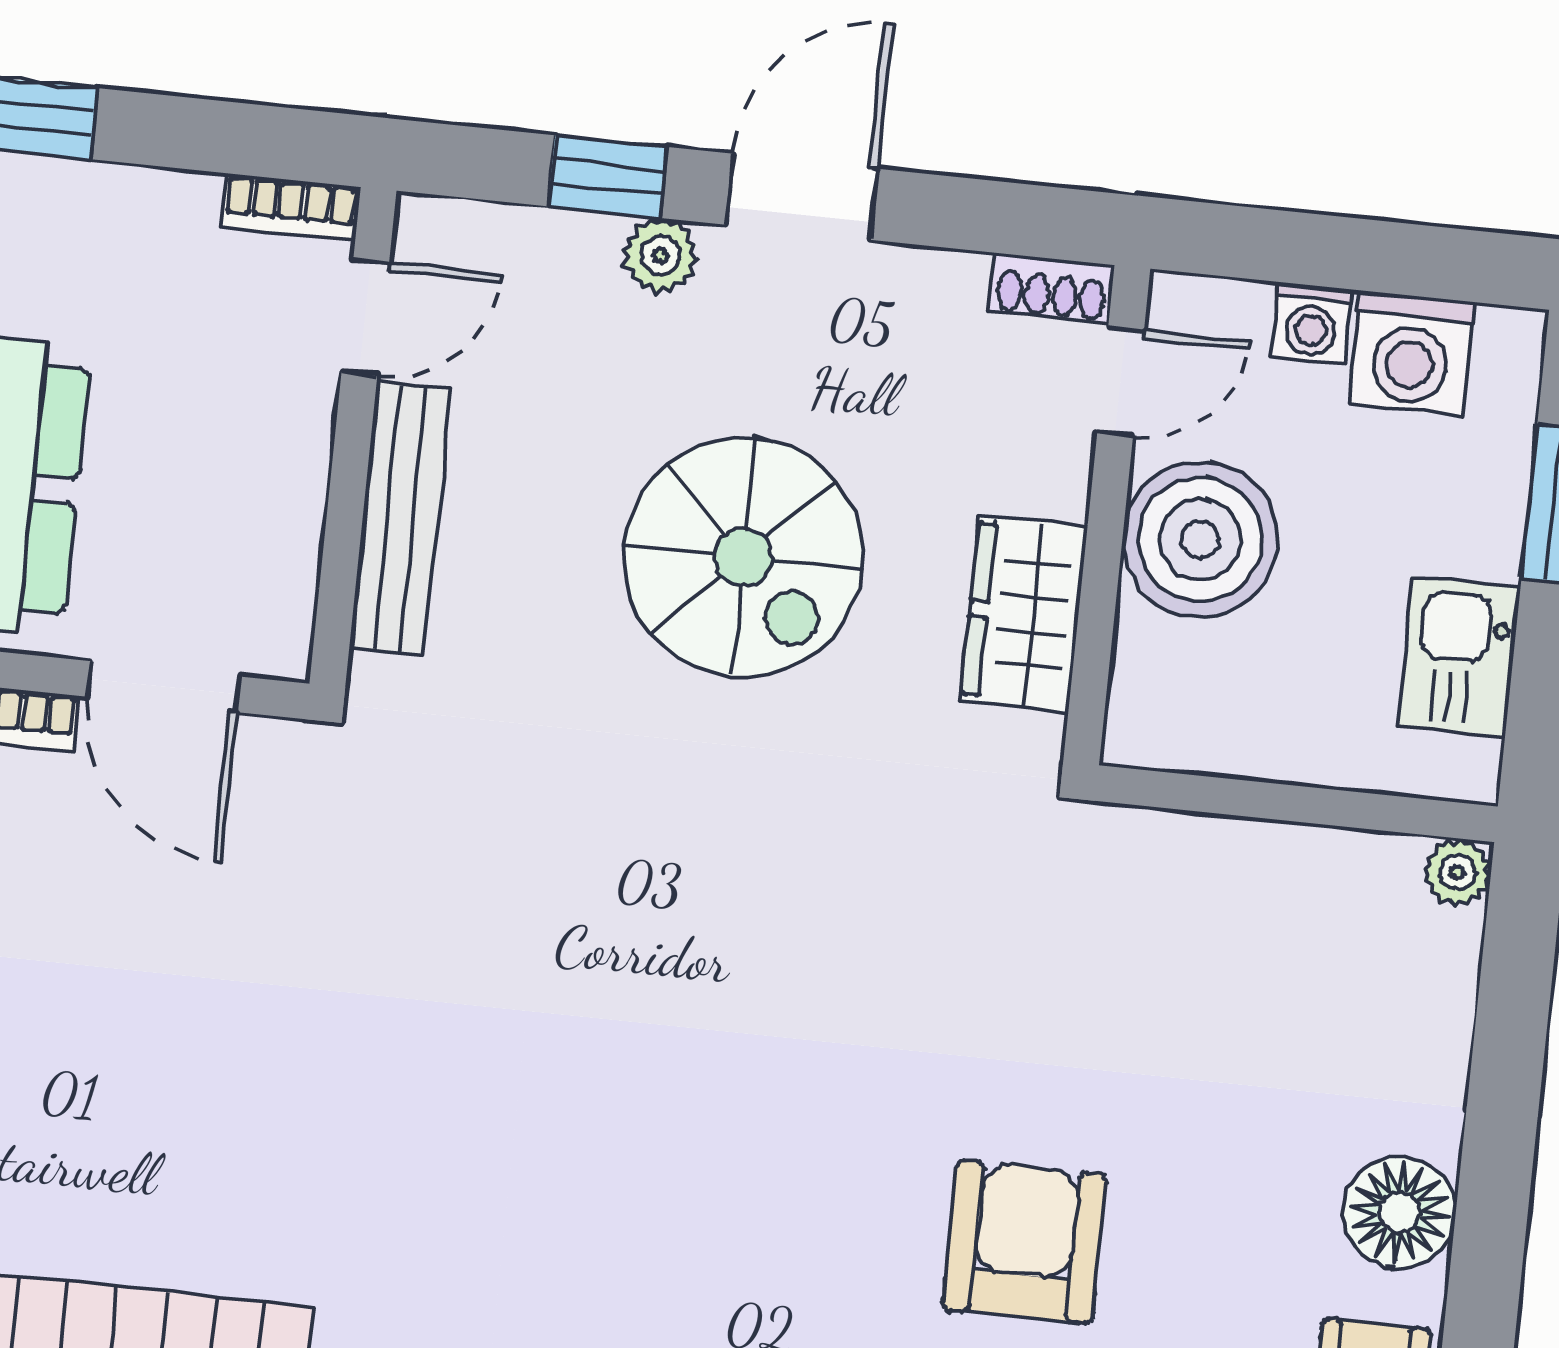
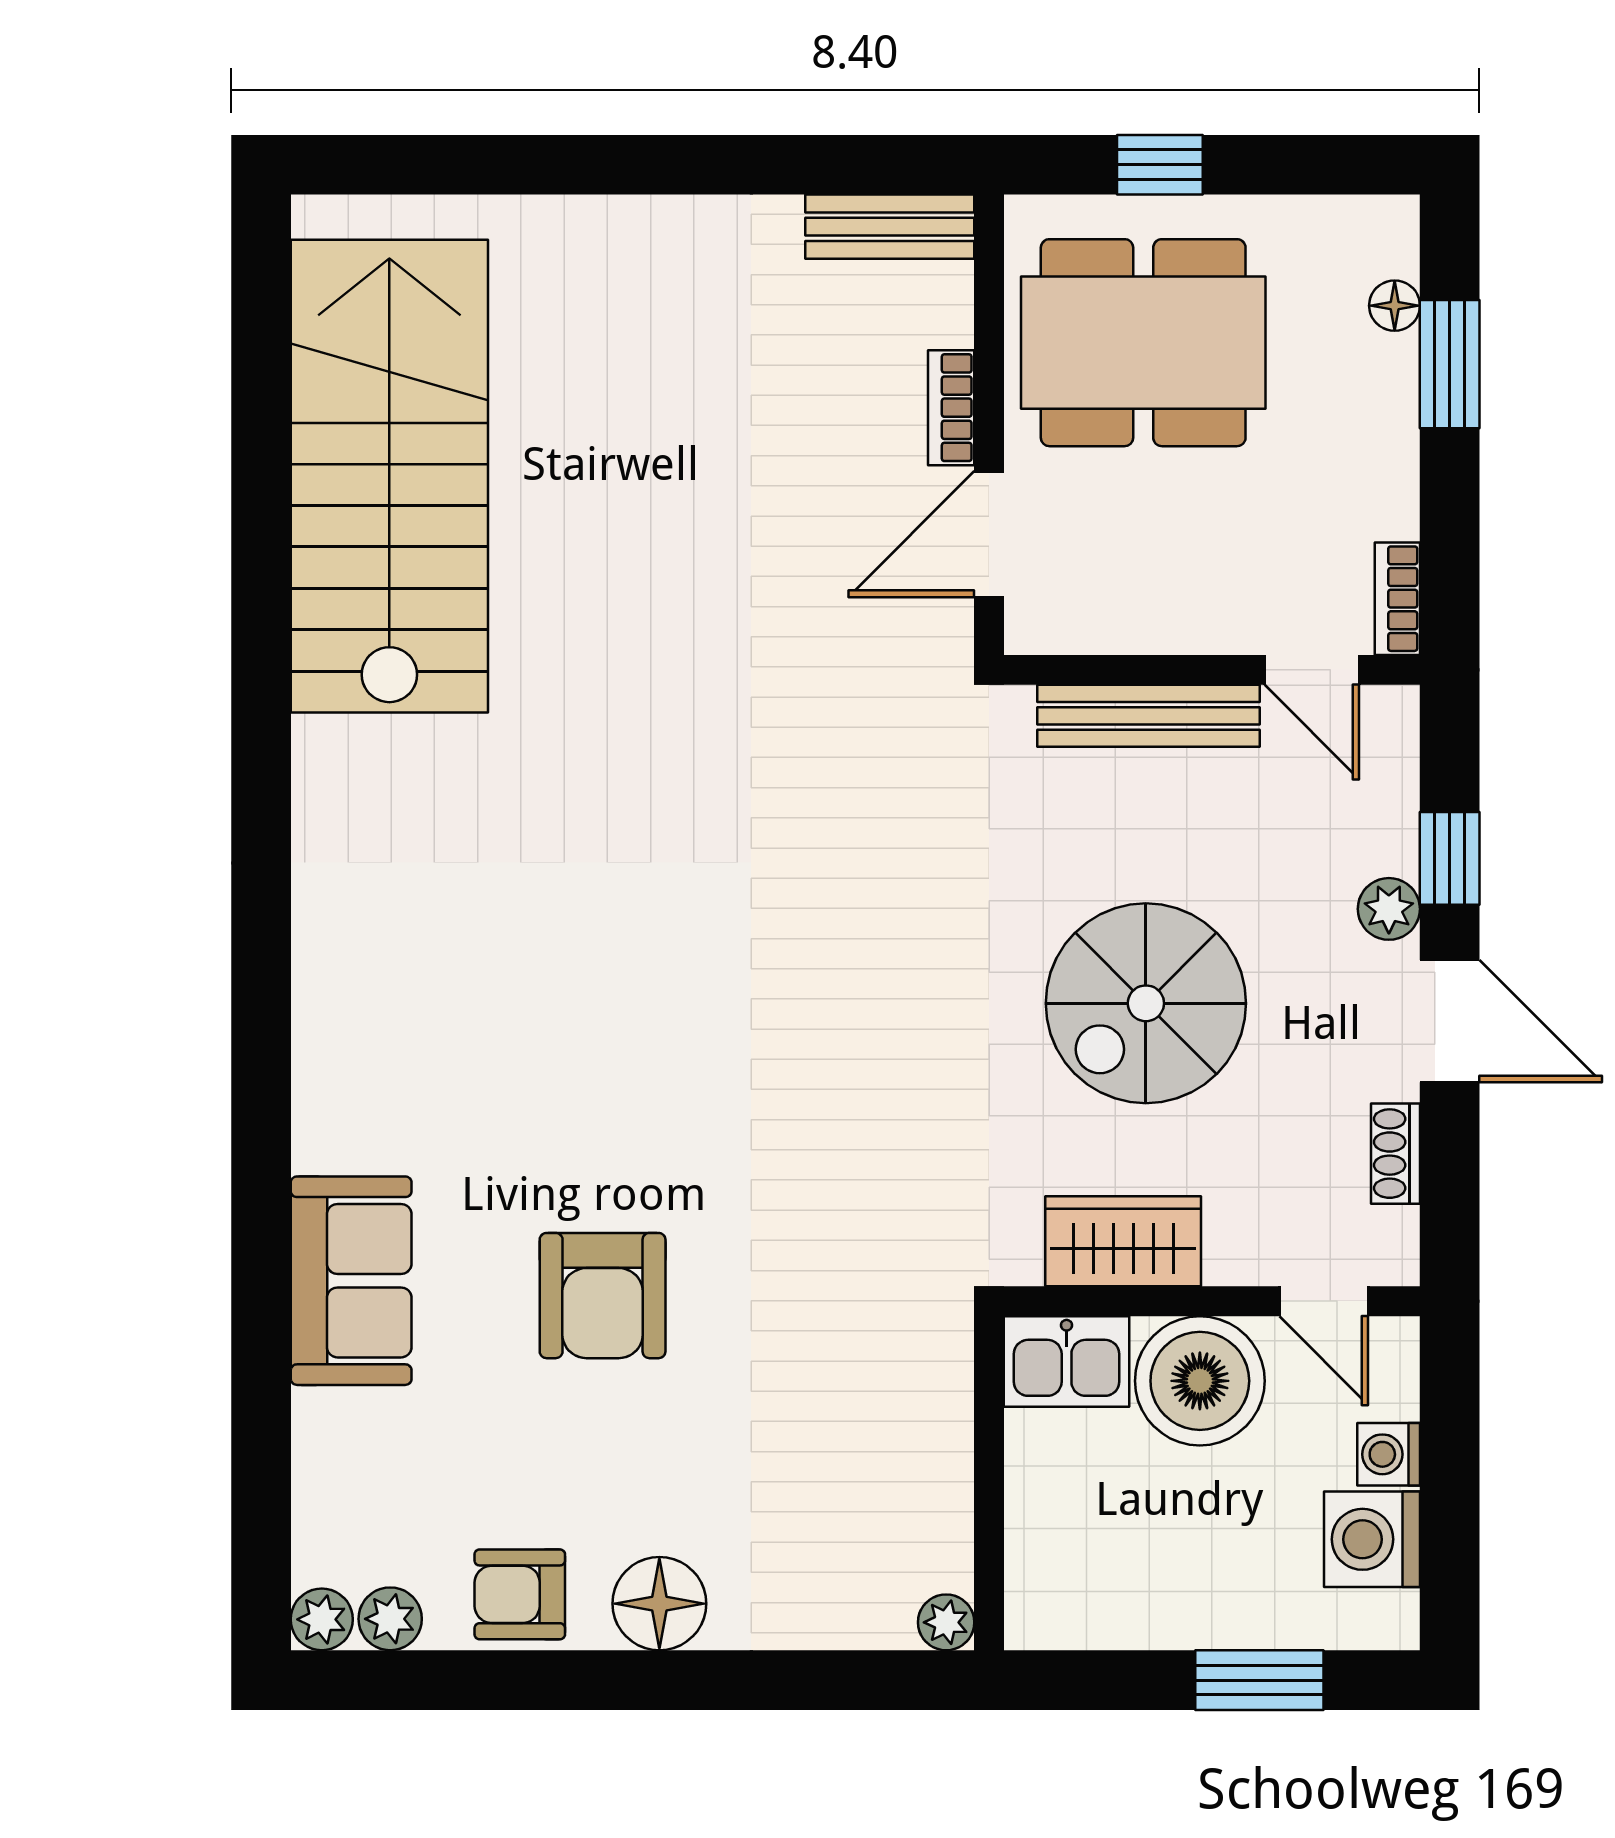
shoe rack: (1052, 288) -> (1395, 1154), moved
kitchen sink: (1459, 657) -> (1067, 1361), moved, turned 180
armchair: (1025, 1242) -> (603, 1296), turned 90

